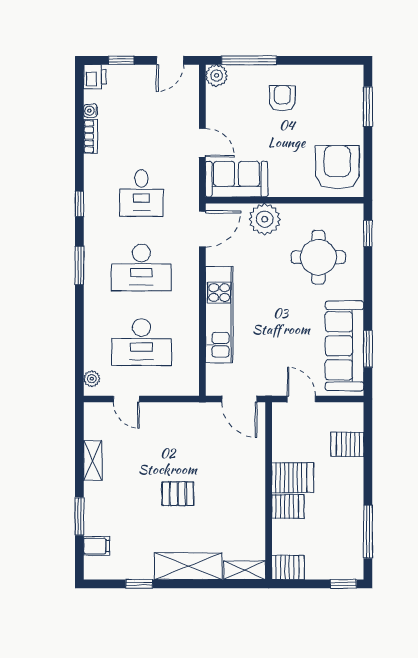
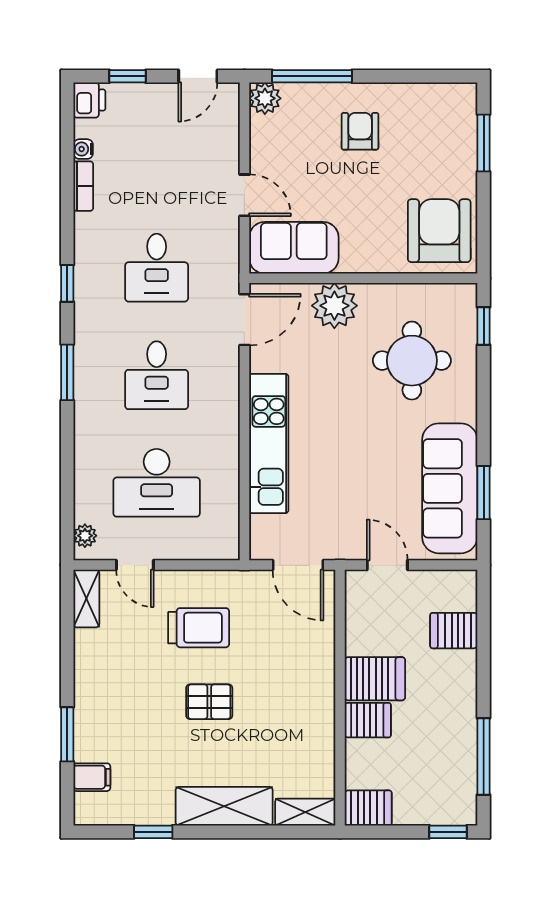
desk: (141, 267) -> (157, 375), width x0.73
trolley: (171, 442) -> (199, 628), added
shelving: (93, 460) -> (86, 599), moved

